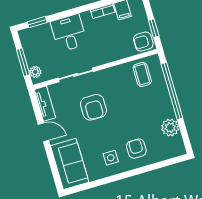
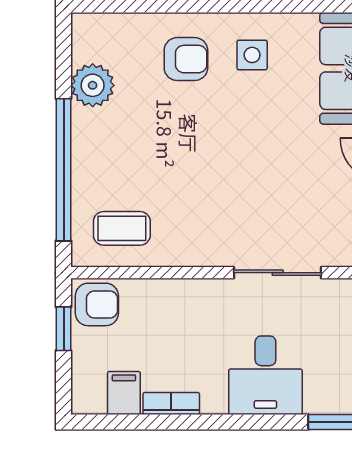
coffee table: (142, 74) -> (122, 228), turned 90
armchair: (93, 107) -> (258, 185), removed
armchair: (136, 149) -> (186, 59), turned -90

